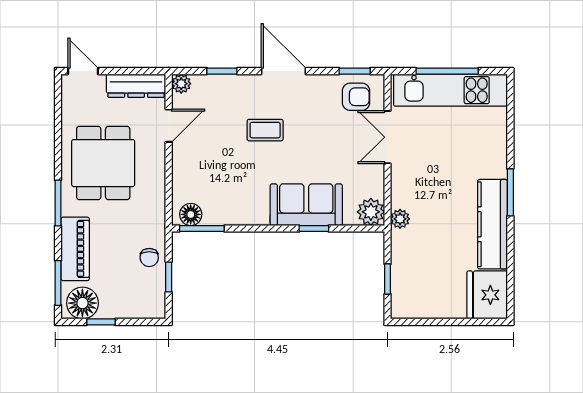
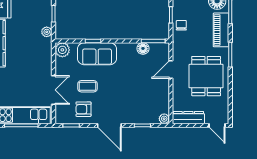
armchair: (356, 97) -> (83, 109), moved
door: (169, 126) -> (171, 70), moved
coffee table: (265, 130) -> (88, 86), moved
floor lamp: (191, 214) -> (143, 48), moved
plant: (400, 219) -> (47, 32), moved

